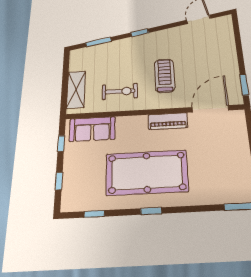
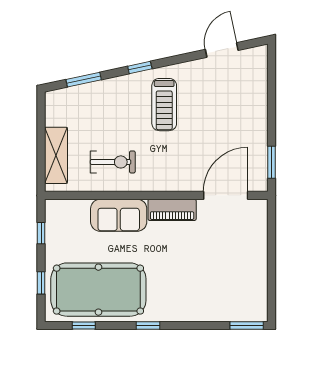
treadmill: (165, 76) -> (164, 105), moved, turned 180
sofa: (92, 129) -> (119, 215), moved
pool table: (147, 172) -> (98, 290), moved

